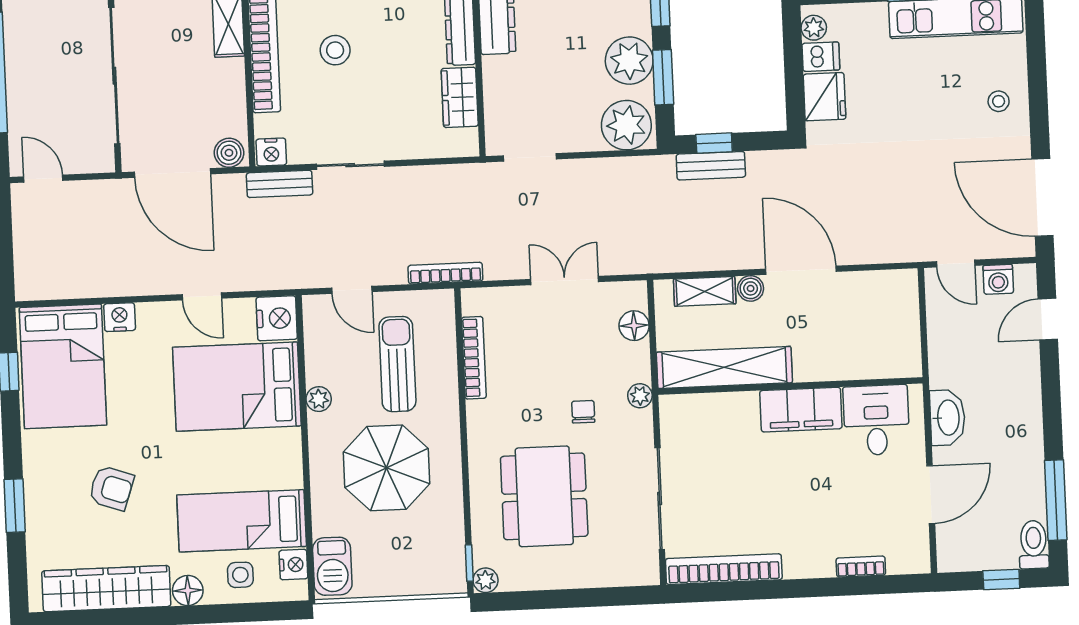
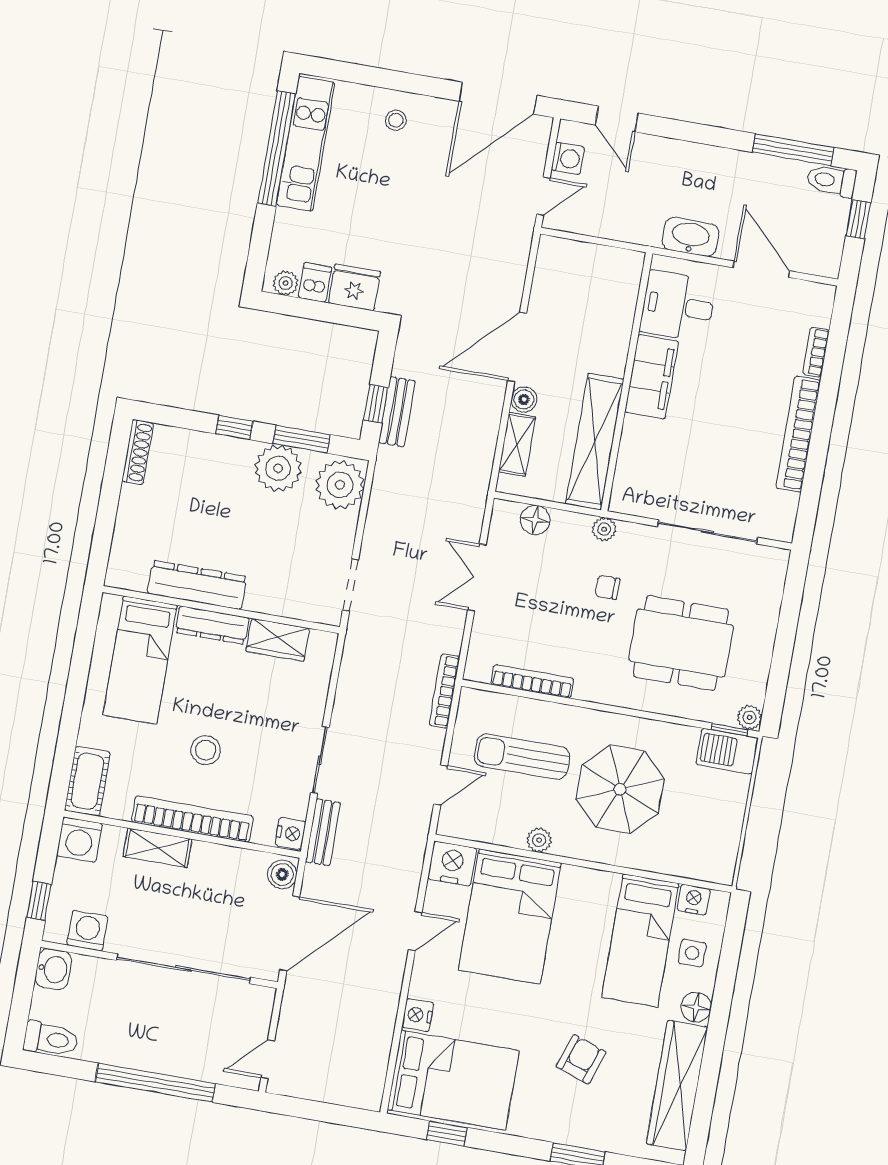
barbecue: (332, 566) -> (727, 751), moved, turned 180
bookcase: (724, 569) -> (798, 434), moved

